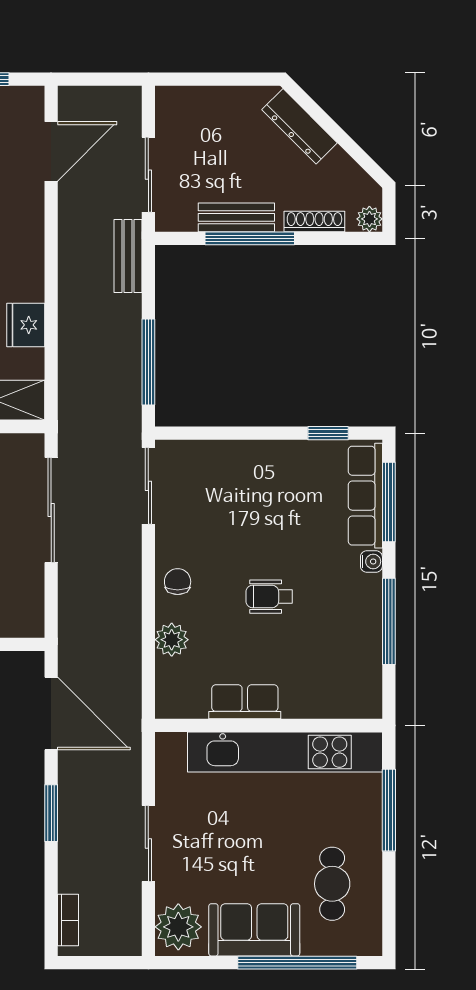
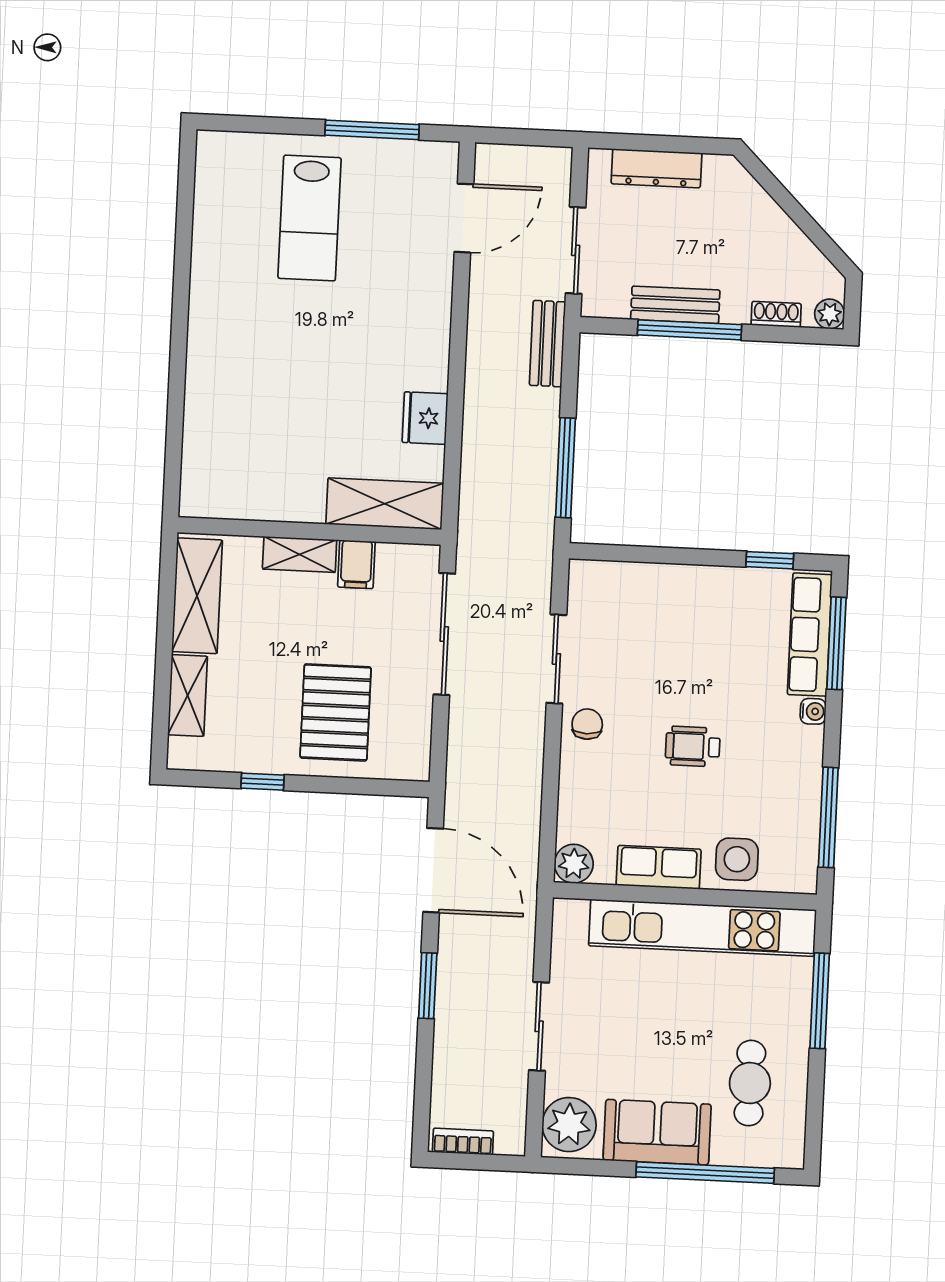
dresser: (300, 126) -> (657, 168), moved, turned -45
shoe rack: (314, 222) -> (776, 314), width x0.70
sliding door: (148, 486) -> (556, 659), moved
window: (389, 621) -> (828, 817), moved
plant: (172, 640) -> (574, 864), moved
side table: (312, 692) -> (737, 859), added
bookcase: (68, 920) -> (463, 1142), moved, turned -90

